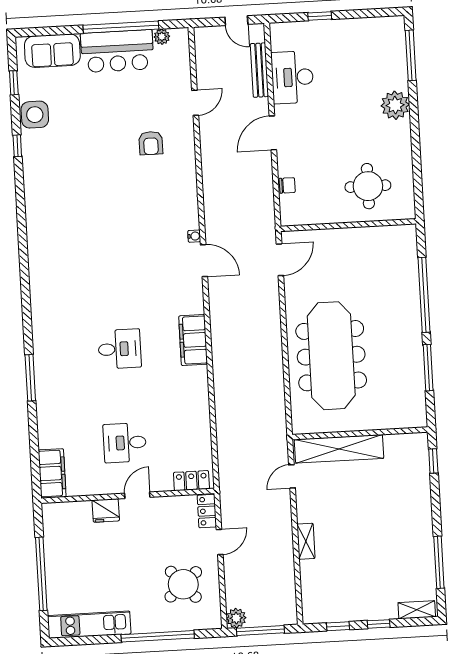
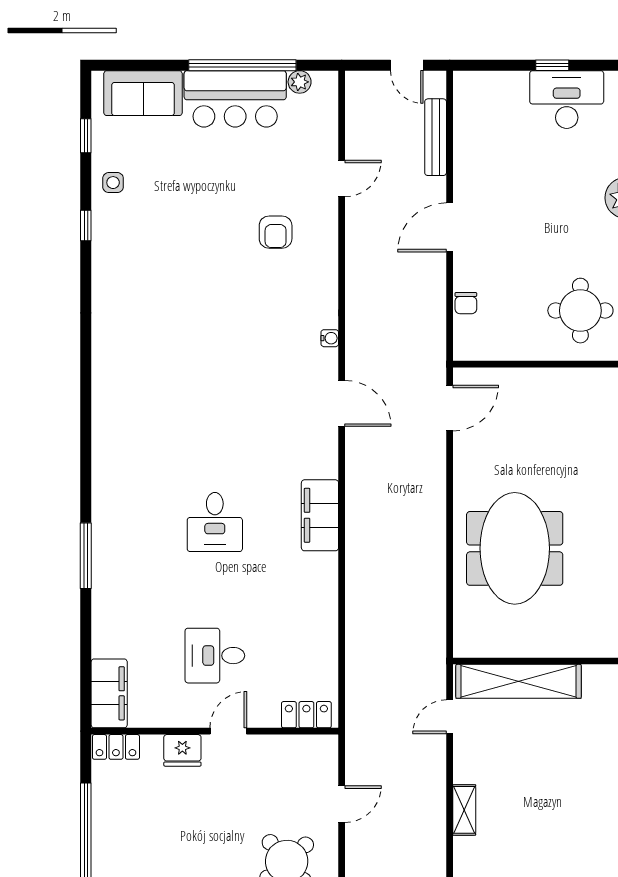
window: (320, 16) -> (552, 65), moved
desk: (292, 77) -> (567, 100), moved, turned 90
side table: (35, 115) -> (113, 183), width x0.54, depth x0.54
chair: (287, 185) -> (466, 303), turned 90
water cooler: (194, 236) -> (330, 338), moved
desk: (120, 349) -> (215, 522), turned 90
meeting table: (331, 356) -> (515, 548), width x0.73
locker: (207, 511) -> (116, 747), moved, turned -90

